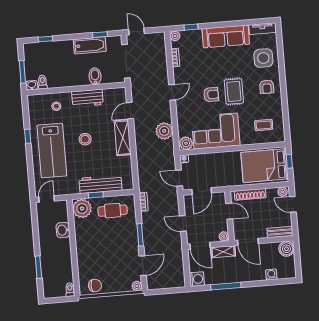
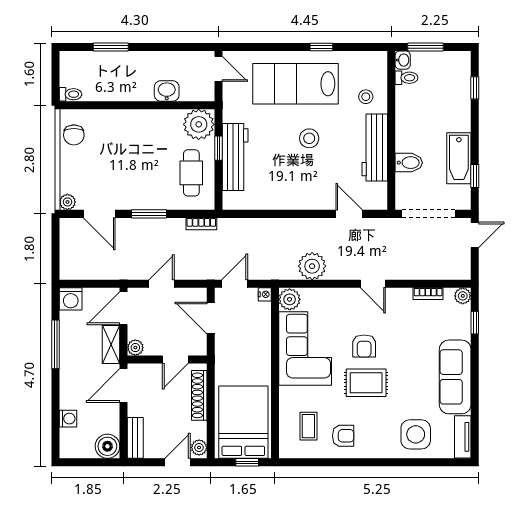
armchair: (267, 87) -> (343, 436), moved, turned 180
workbench: (87, 98) -> (375, 148), width x1.37
shelving: (123, 138) -> (307, 199), removed

